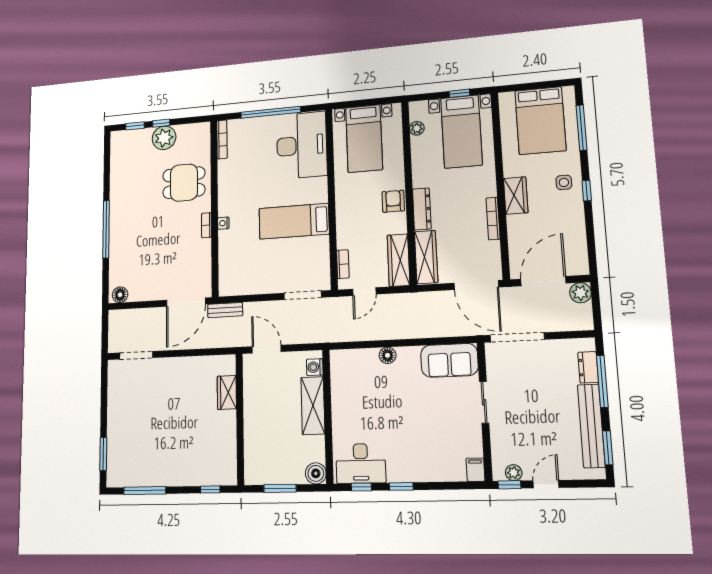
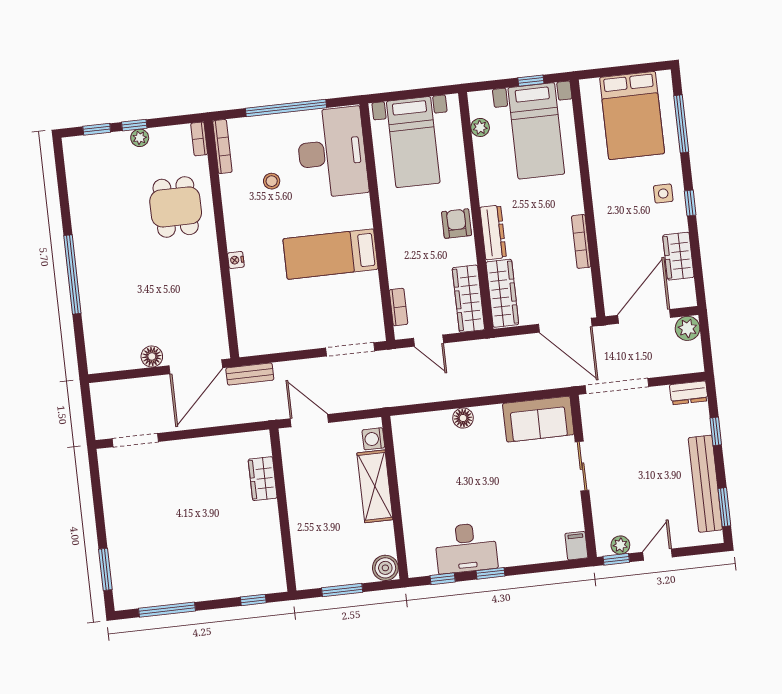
plant: (164, 138) -> (140, 138), width x0.53, depth x0.53
stool: (255, 165) -> (272, 181), added
dining table: (184, 183) -> (176, 207), turned 90
wardrobe: (516, 195) -> (678, 256), moved, turned 180
bookcase: (206, 225) -> (199, 139), moved
door: (364, 292) -> (428, 341), hinge flipped
floor lamp: (120, 295) -> (152, 356), moved
dresser: (588, 367) -> (689, 393), moved, turned -90
window: (602, 381) -> (716, 431), width x0.46
desk: (361, 463) -> (466, 548), moved

